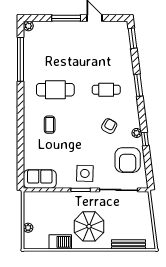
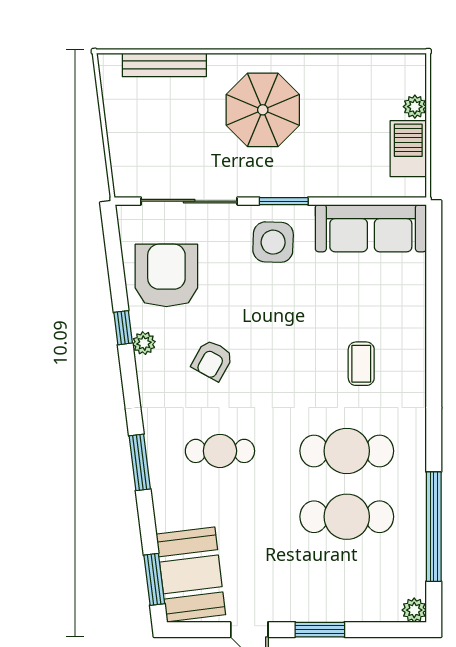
window: (66, 18) -> (320, 630), width x0.69
booth: (118, 40) -> (191, 574), added
cafe table: (55, 63) -> (347, 517), added
sofa: (40, 179) -> (371, 228), width x1.36
barbecue: (60, 242) -> (408, 149), moved, turned 90

